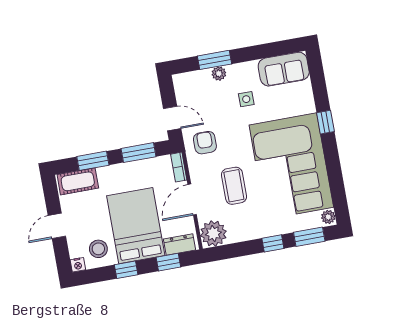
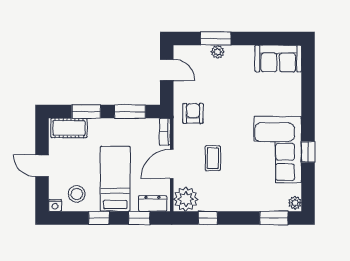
side table: (246, 99) -> (239, 80), removed
door: (172, 119) -> (167, 70), moved
window: (325, 122) -> (308, 152), moved
corner sofa: (291, 166) -> (278, 150), width x0.73, depth x0.74
coffee table: (234, 186) -> (213, 158), width x0.73, depth x0.77
door: (57, 226) -> (42, 166), hinge flipped
bed: (136, 226) -> (115, 179), width x0.67
window: (273, 243) -> (208, 218), moved

